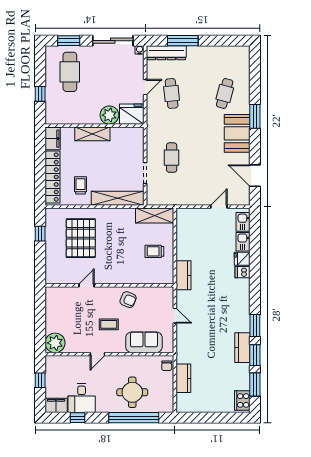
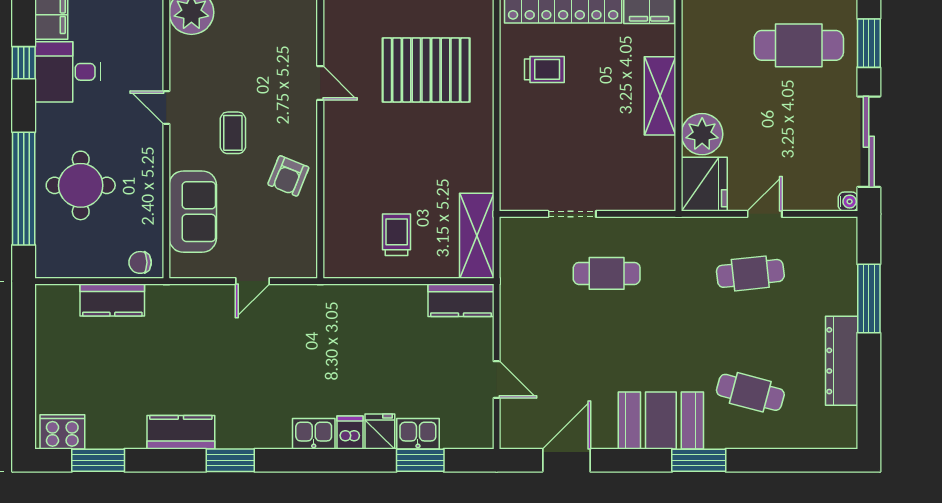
dresser: (166, 53) -> (842, 361), moved
door: (145, 87) -> (765, 214), swing flipped
shelving: (118, 198) -> (515, 152), removed
kitchen sink: (243, 222) -> (314, 434), moved
kitchen counter: (184, 275) -> (461, 300), moved
window: (255, 355) -> (420, 460), moved

